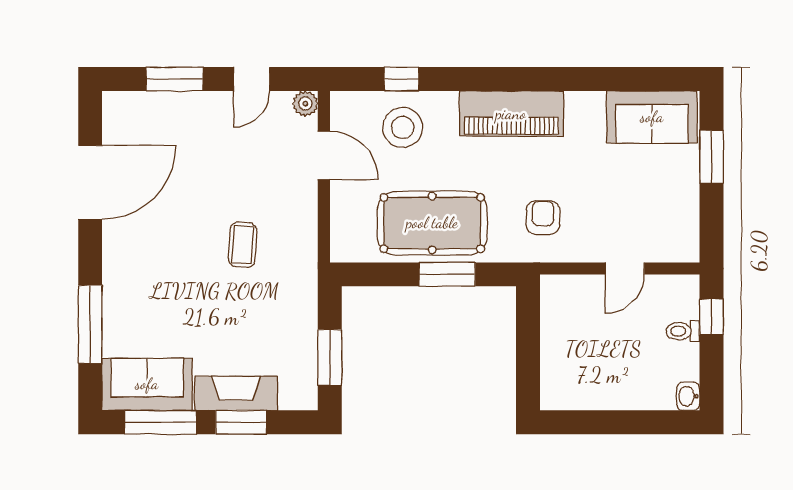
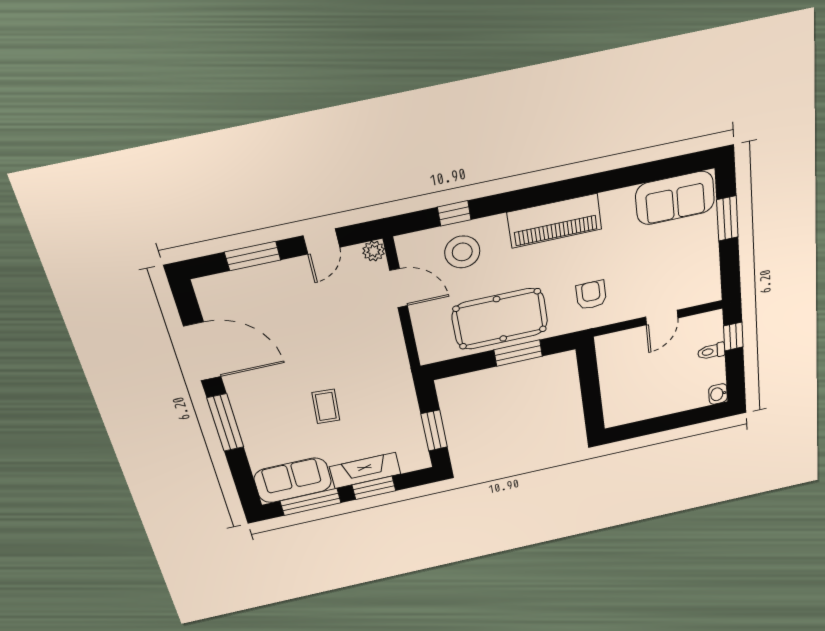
door: (90, 182) -> (202, 352), hinge flipped
coffee table: (243, 245) -> (326, 406), moved
window: (90, 324) -> (225, 423), moved

